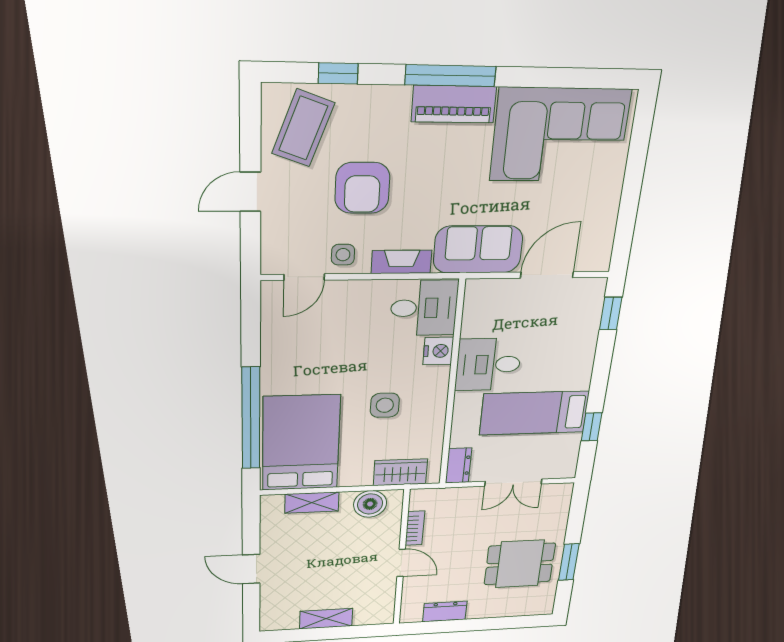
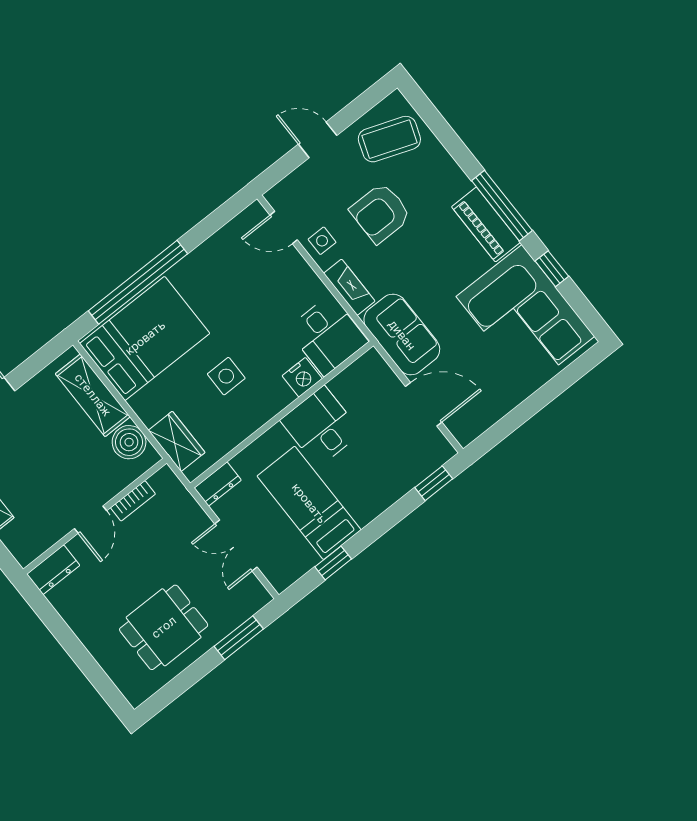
window: (338, 73) -> (552, 269), moved
shelving: (312, 503) -> (93, 395), width x1.50, depth x1.33
window: (569, 562) -> (239, 638), moved
dining table: (520, 564) -> (164, 627), turned 90
dresser: (445, 611) -> (53, 570), moved, turned 90

